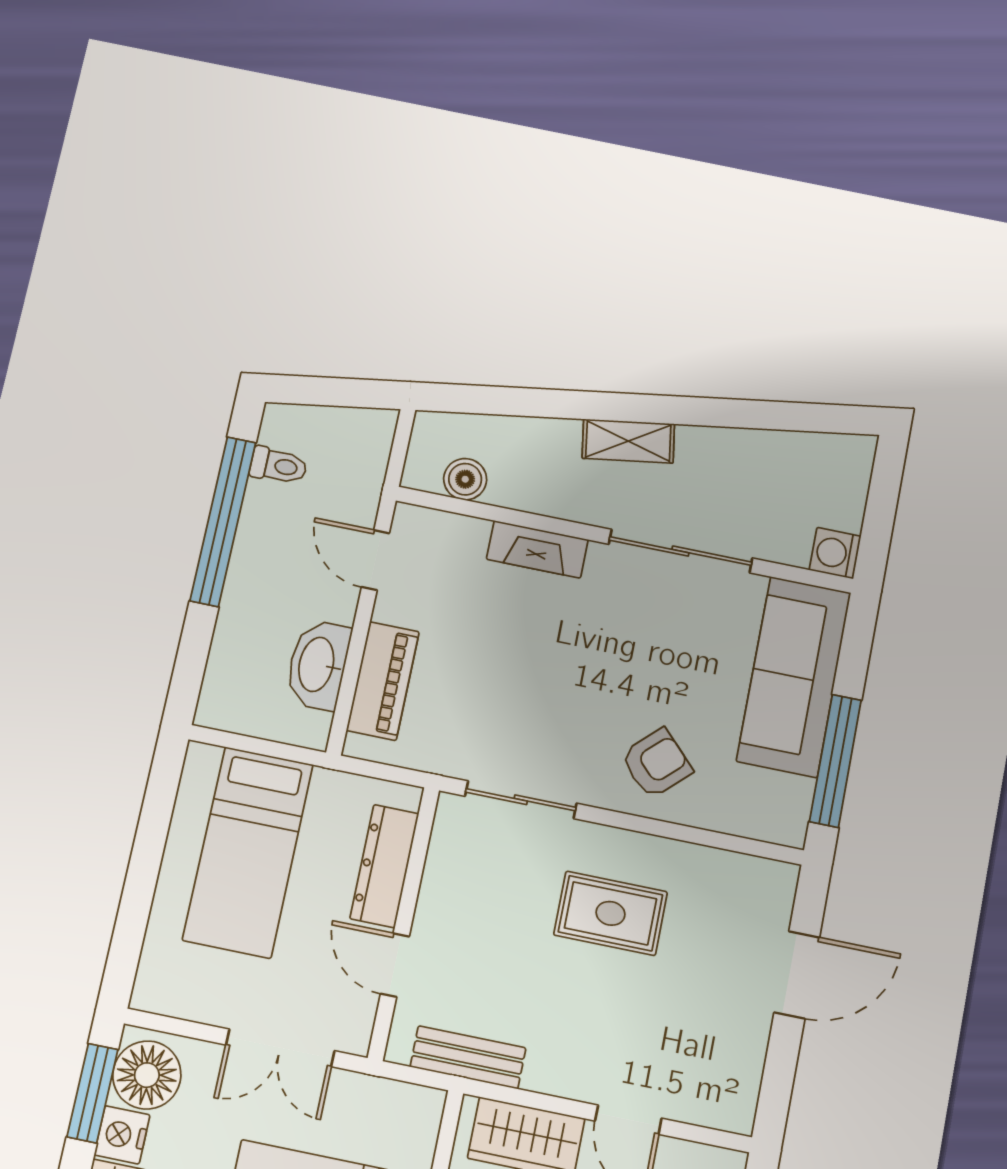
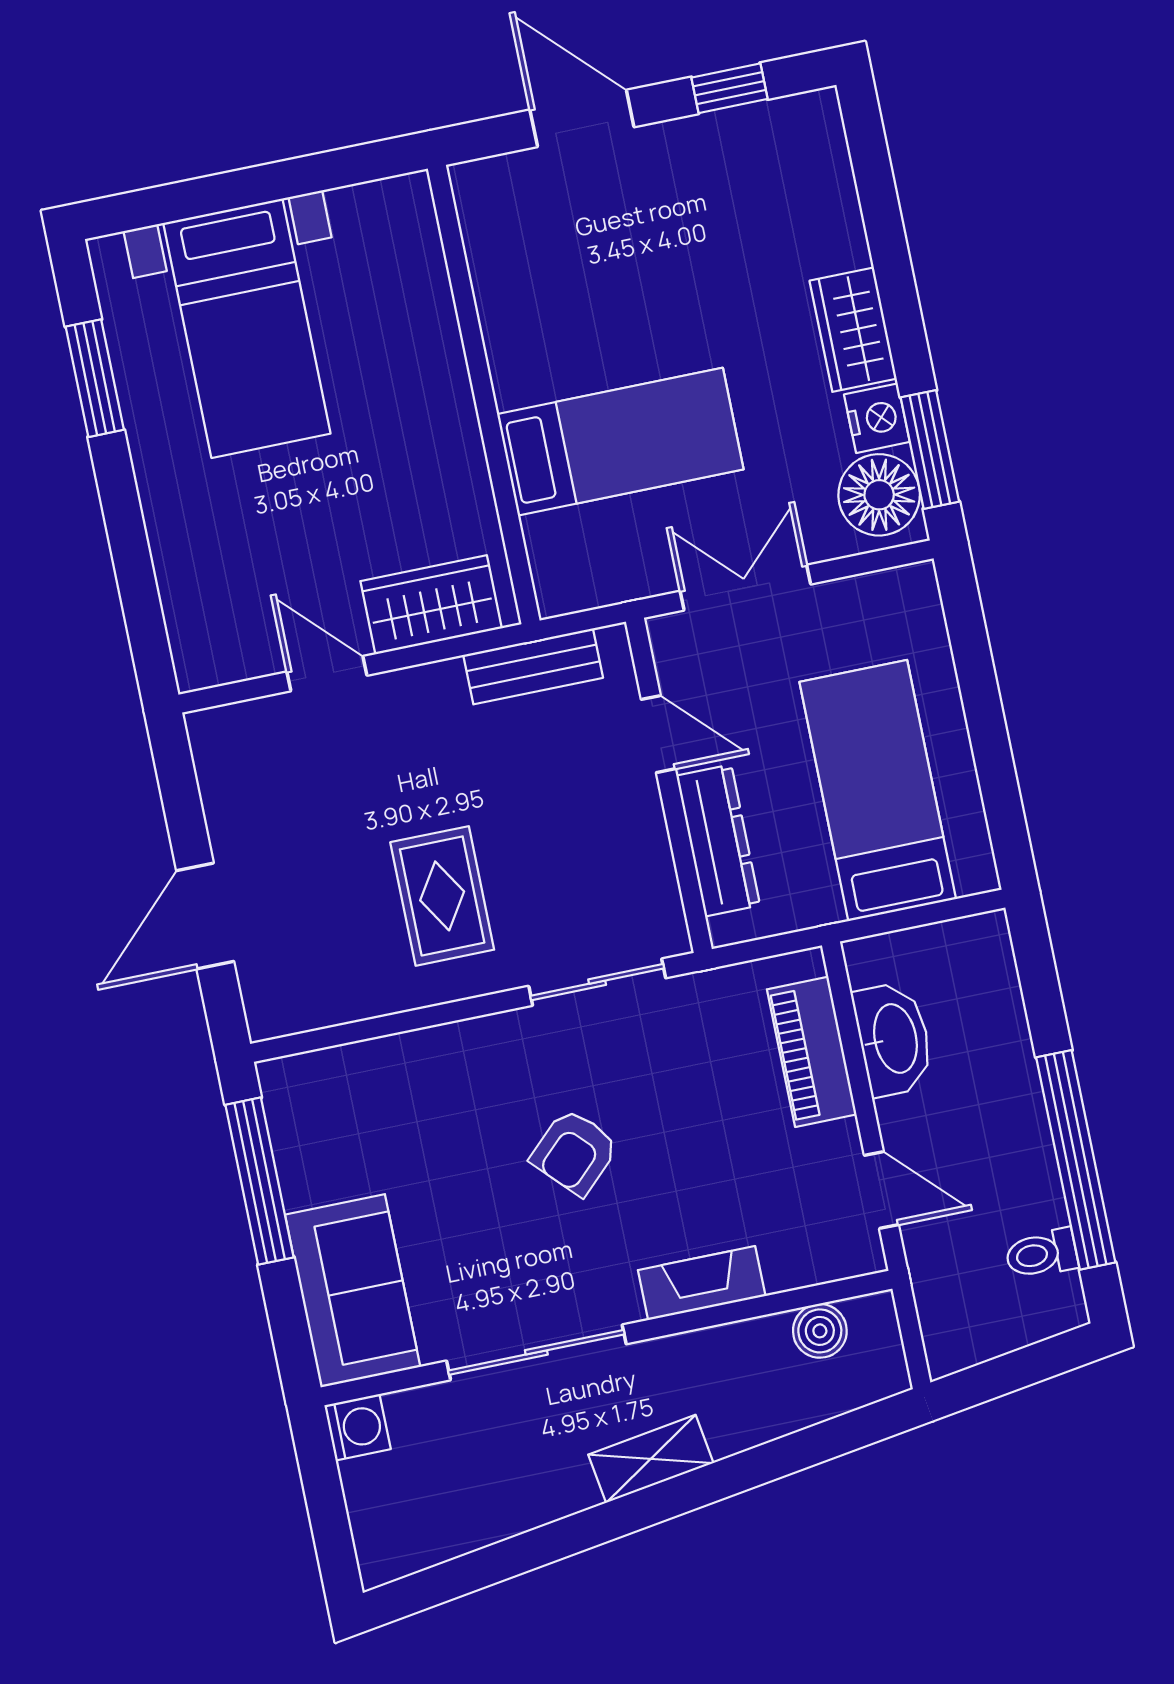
sofa: (794, 677) -> (353, 1291), width x0.73
armchair: (656, 763) -> (574, 1152), moved
rug: (611, 913) -> (442, 896), turned 90

